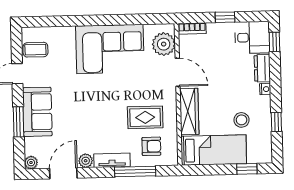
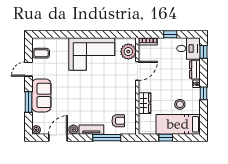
door: (178, 72) -> (137, 71), hinge flipped
wardrobe: (189, 112) -> (145, 103), width x0.67
rug: (145, 117) -> (115, 101), removed
window: (276, 122) -> (204, 93), moved
bed: (214, 150) -> (178, 124), moved, turned 180
window: (247, 169) -> (166, 138), moved

